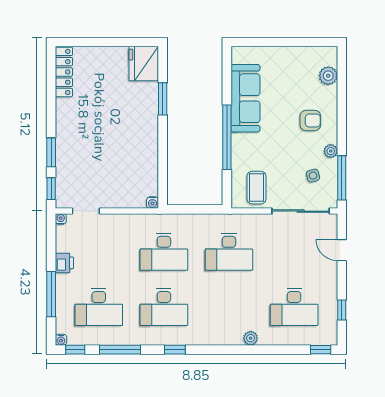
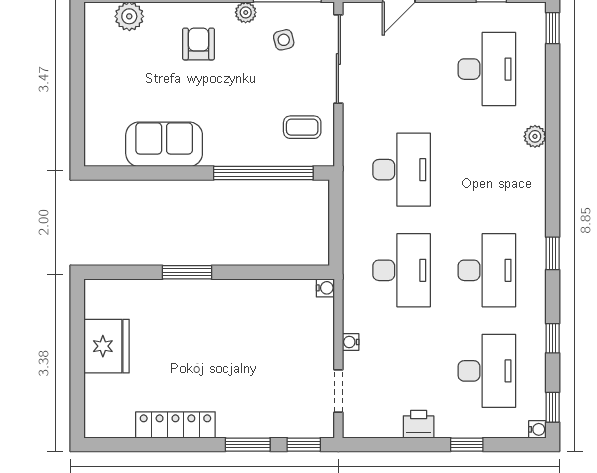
fridge: (144, 64) -> (106, 346), moved, turned -90
locker: (64, 72) -> (175, 425), moved
sofa: (245, 98) -> (164, 144), width x0.73
window: (163, 99) -> (187, 272), moved
window: (227, 137) -> (263, 173), moved
coffee table: (257, 188) -> (302, 127), width x0.73, depth x0.77
water cooler: (61, 219) -> (351, 342), moved
window: (51, 294) -> (467, 445), width x0.46
window: (120, 350) -> (553, 338), width x0.46

